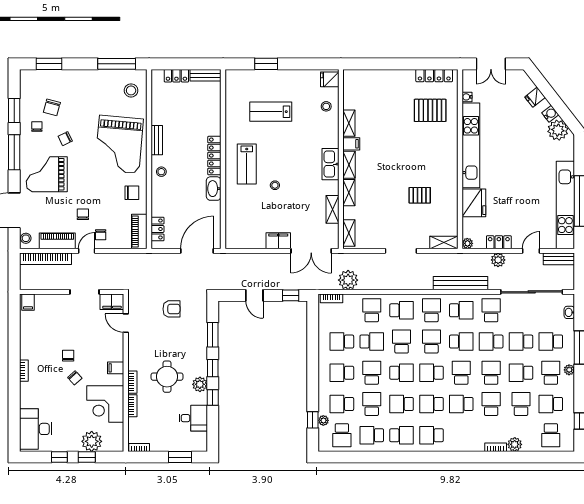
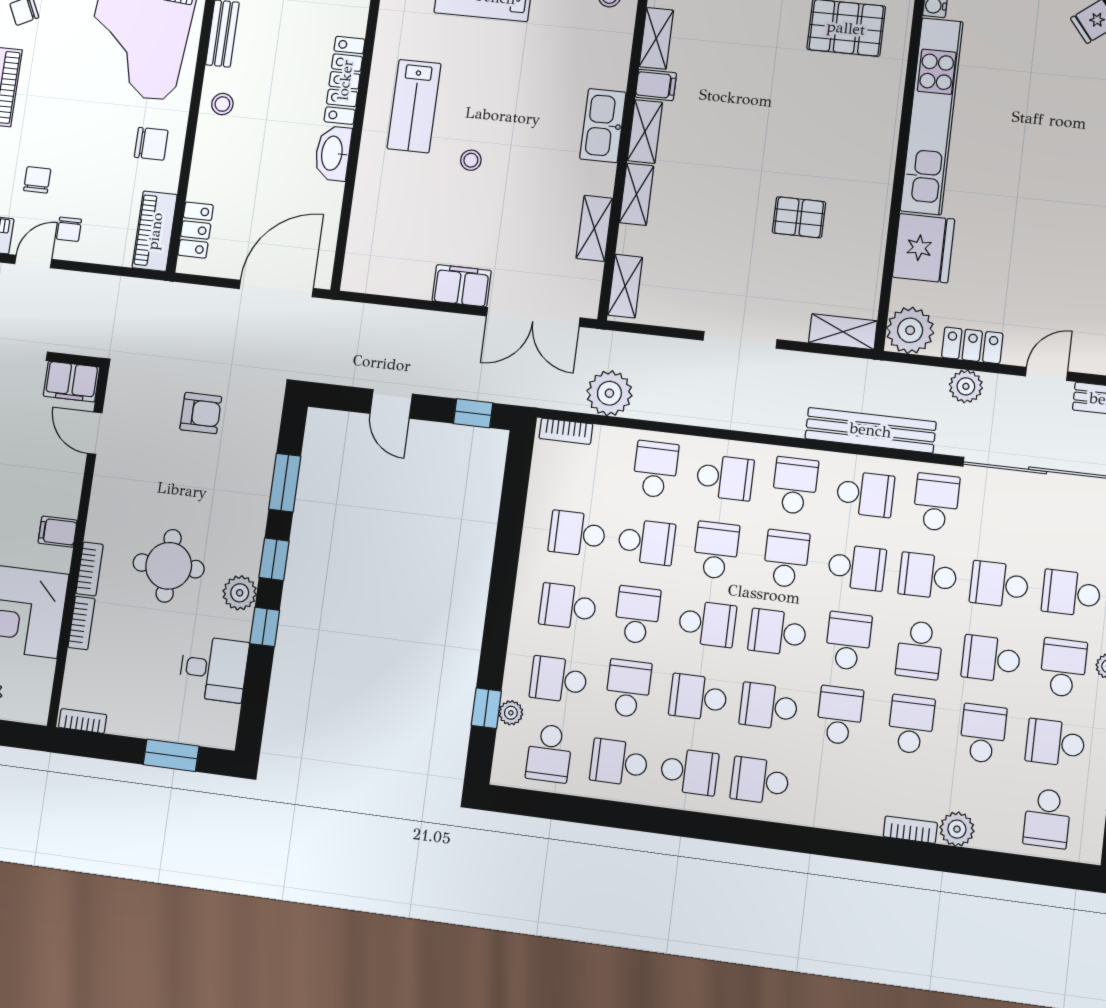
plant: (467, 243) -> (910, 330), width x1.87, depth x1.87
school desk: (491, 373) -> (919, 650), turned 180
school desk: (461, 404) -> (840, 715), turned 90

